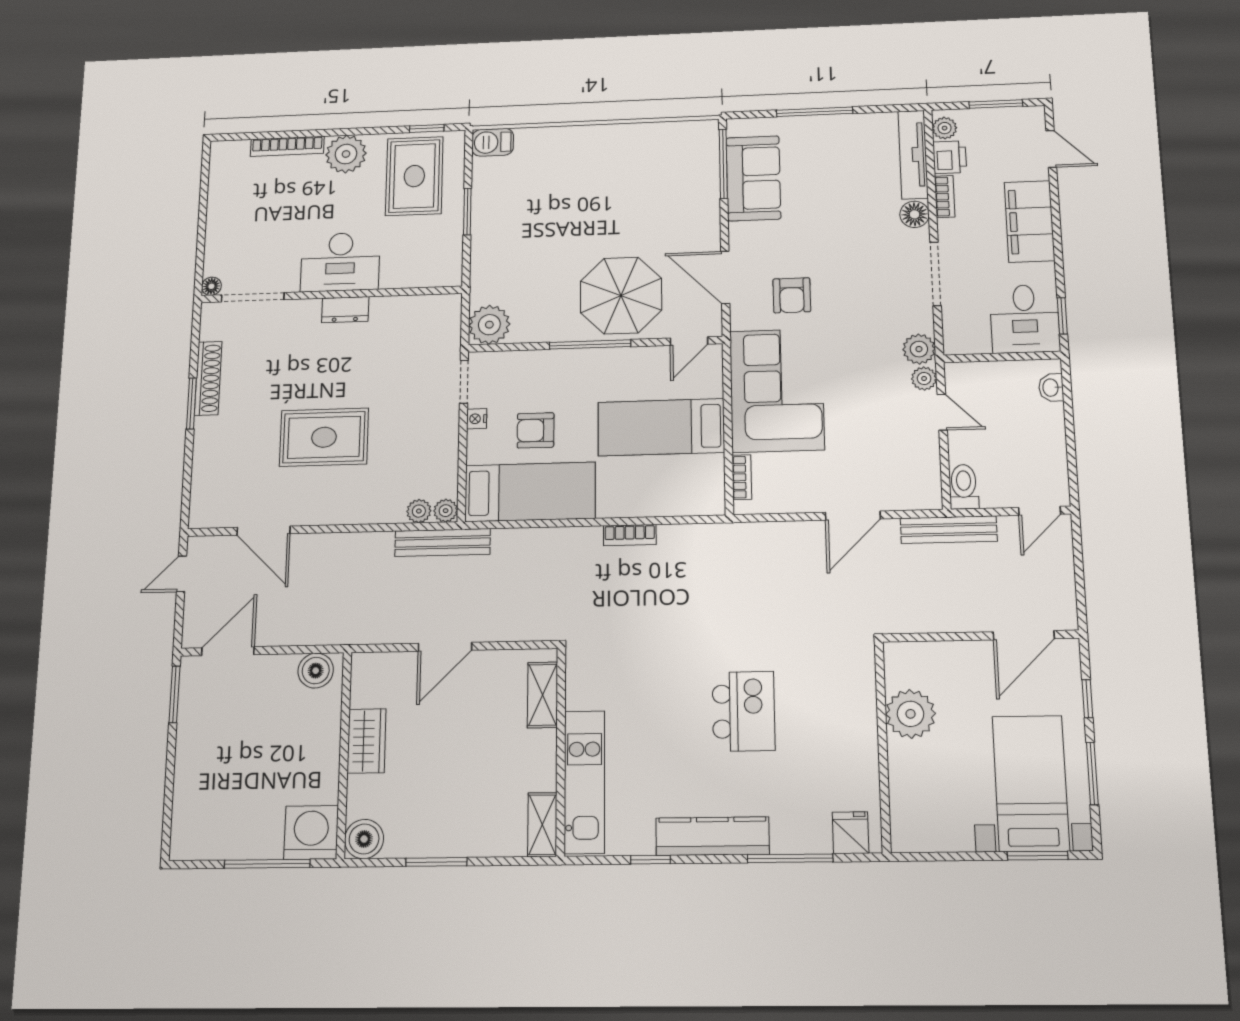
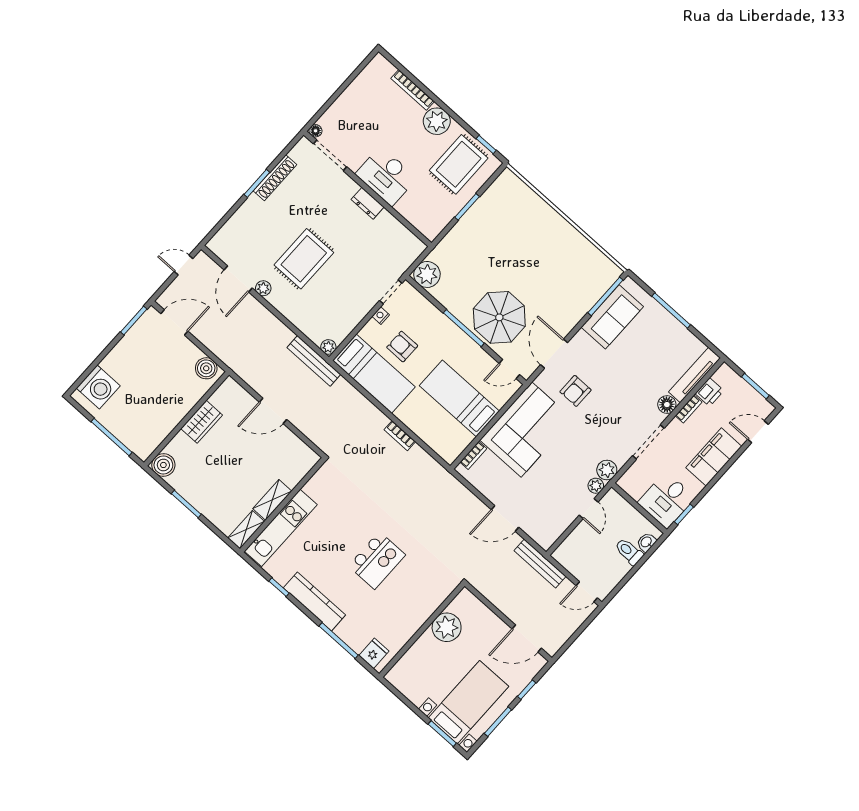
plant: (945, 128) -> (721, 376), removed
barbecue: (493, 142) -> (510, 182), removed
door: (1051, 149) -> (758, 432), swing flipped
rug: (324, 437) -> (304, 259), turned 90
toilet: (964, 487) -> (629, 552), moved, turned -90
plant: (419, 511) -> (263, 288), moved
shelving: (543, 695) -> (272, 500), moved
washing machine: (311, 832) -> (98, 387), moved, turned 90

